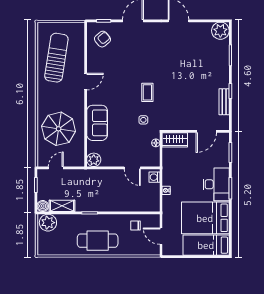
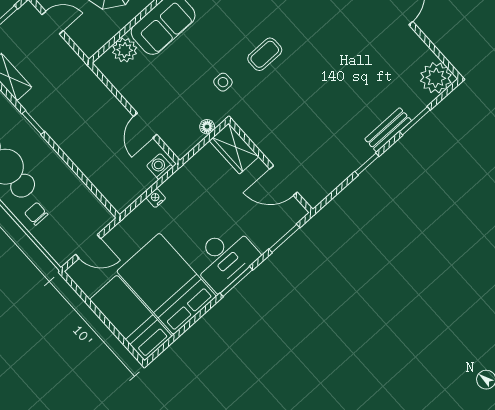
bench: (224, 102) -> (388, 130), moved
plant: (94, 160) -> (125, 50), moved
chair: (135, 225) -> (36, 214), moved
door: (161, 236) -> (88, 246), swing flipped

